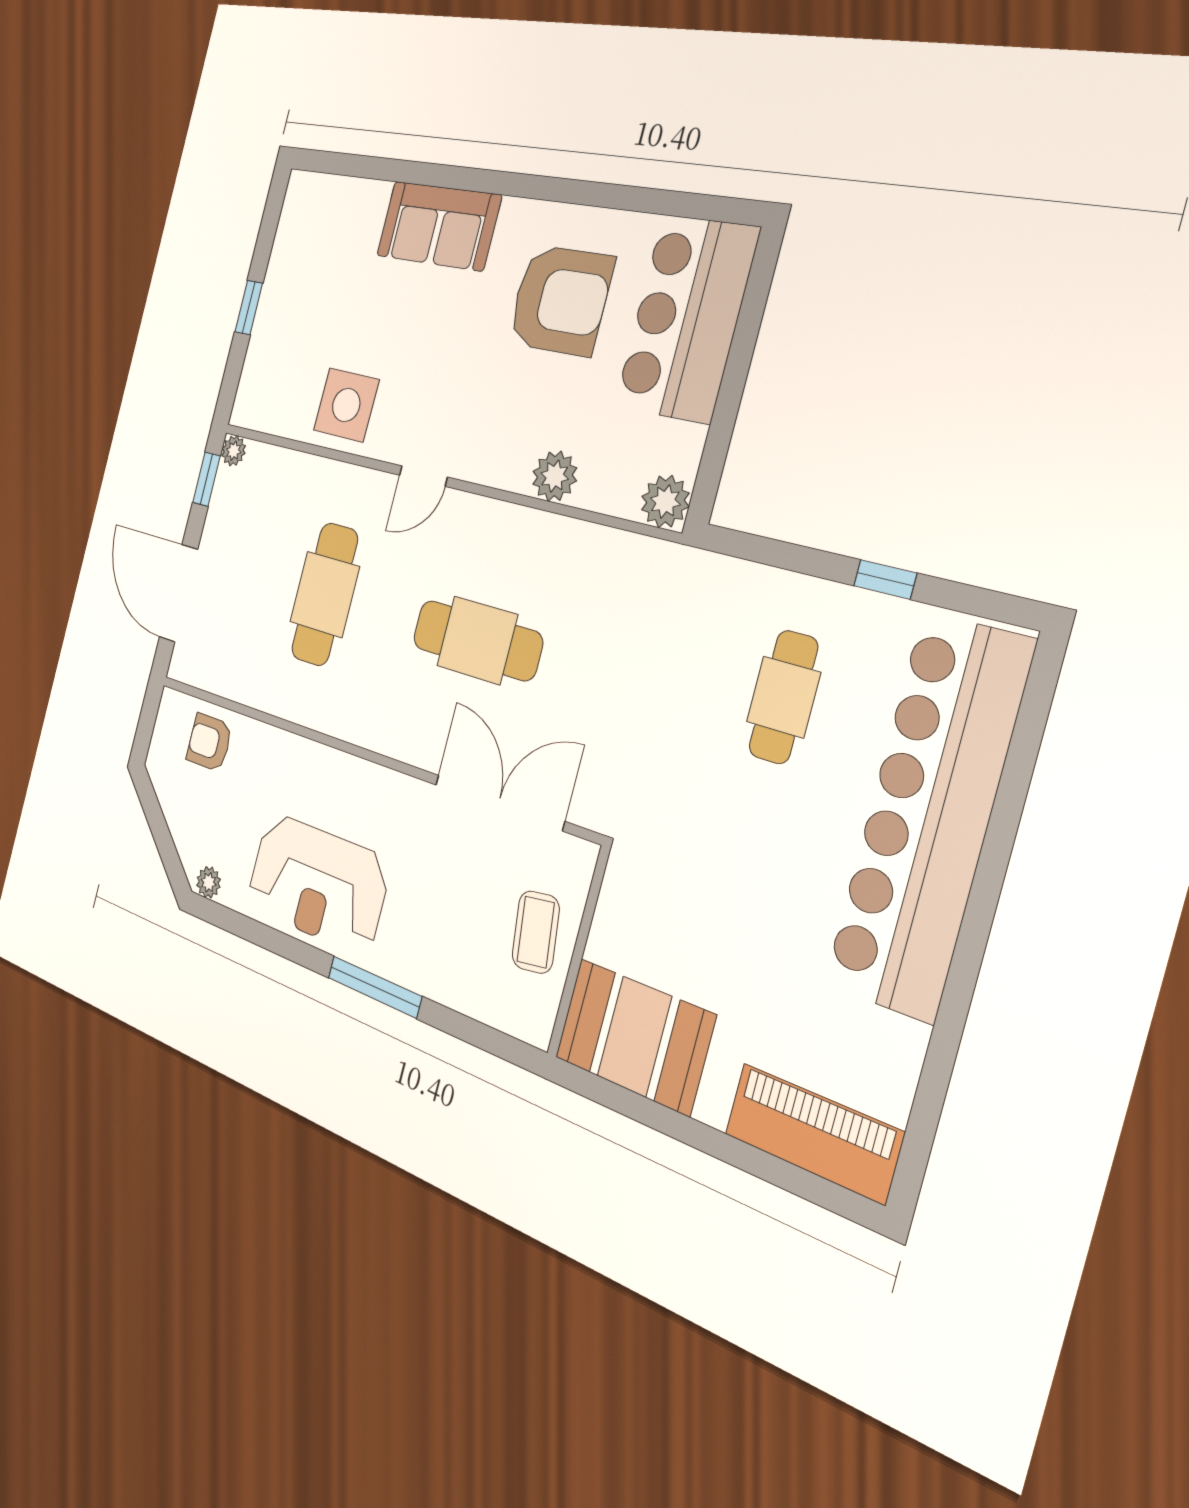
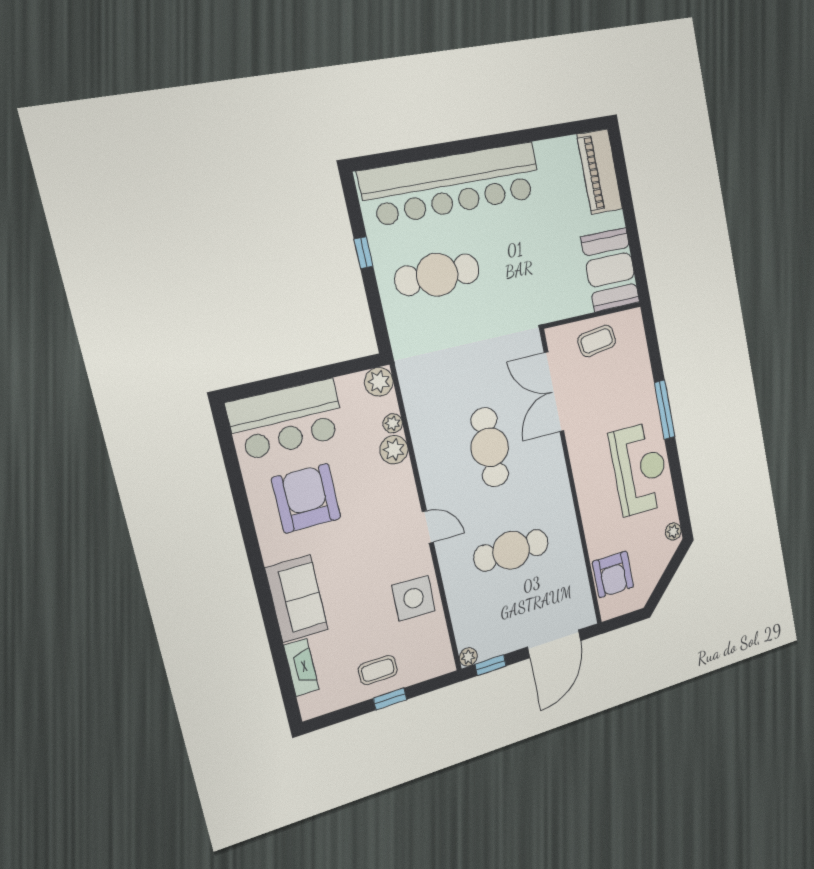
fireplace: (353, 195) -> (301, 667), added
coffee table: (291, 306) -> (378, 670), added
plant: (593, 494) -> (393, 423), added
cafe table: (783, 697) -> (437, 275), width x1.37, depth x1.35
armchair: (209, 742) -> (613, 574), width x1.38, depth x1.38

